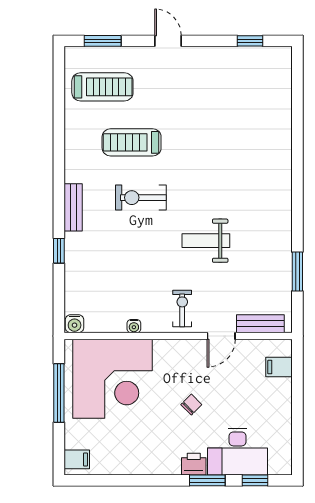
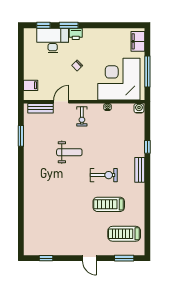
treadmill: (132, 142) -> (109, 204), turned 180
filing cabinet: (77, 459) -> (138, 41), width x2.00

